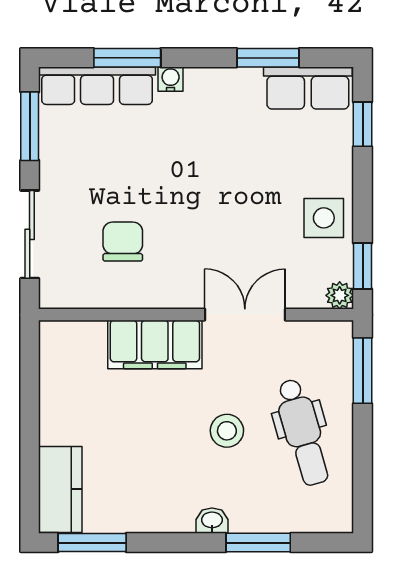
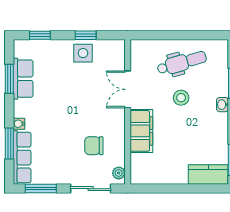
row of seats: (308, 88) -> (23, 79), moved
window: (363, 266) -> (86, 35), moved
plant: (340, 295) -> (119, 173), moved
window: (363, 371) -> (153, 35), removed

